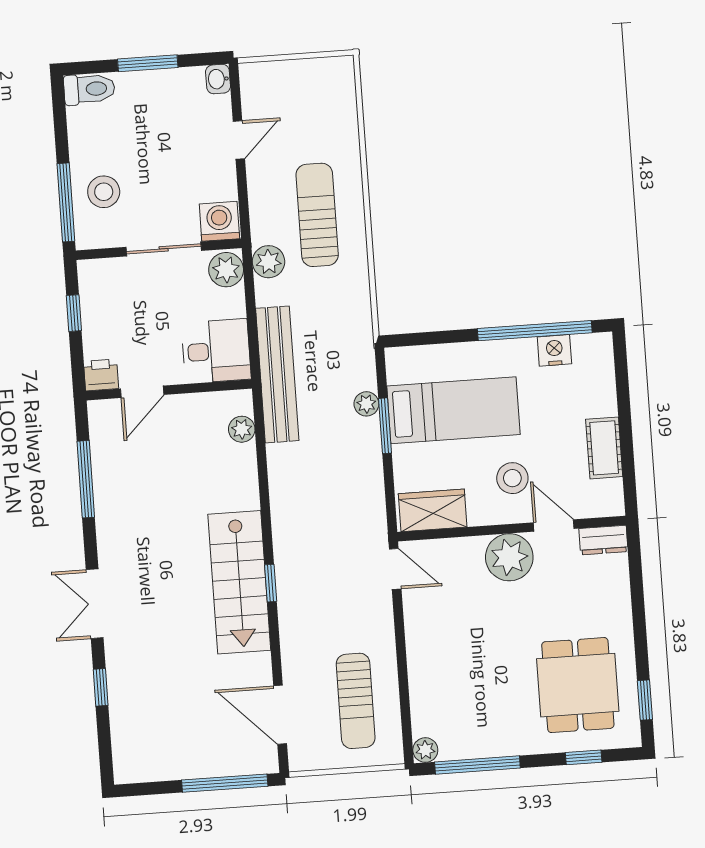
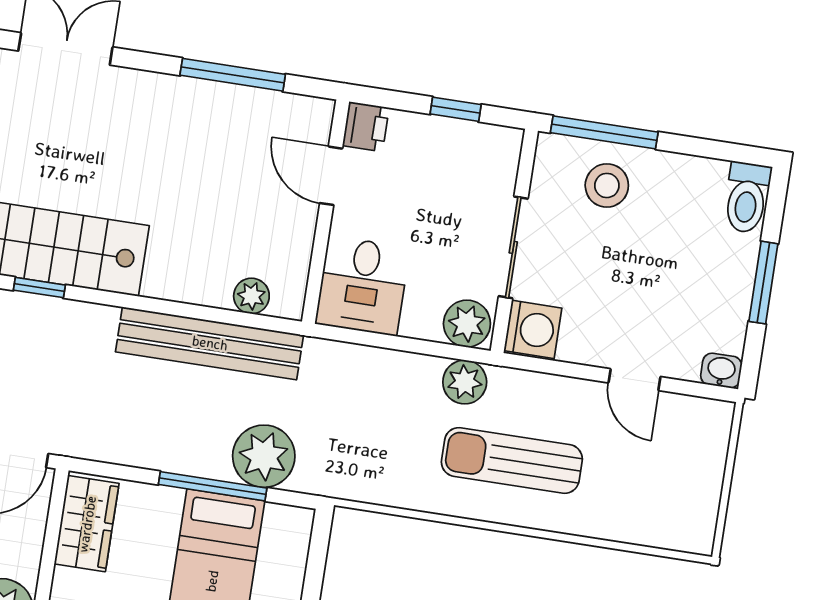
sun lounger: (317, 215) -> (512, 460), turned 180
bench: (277, 374) -> (210, 343), moved
plant: (366, 404) -> (264, 456), width x1.88, depth x1.88
window: (385, 426) -> (213, 486), width x1.44

